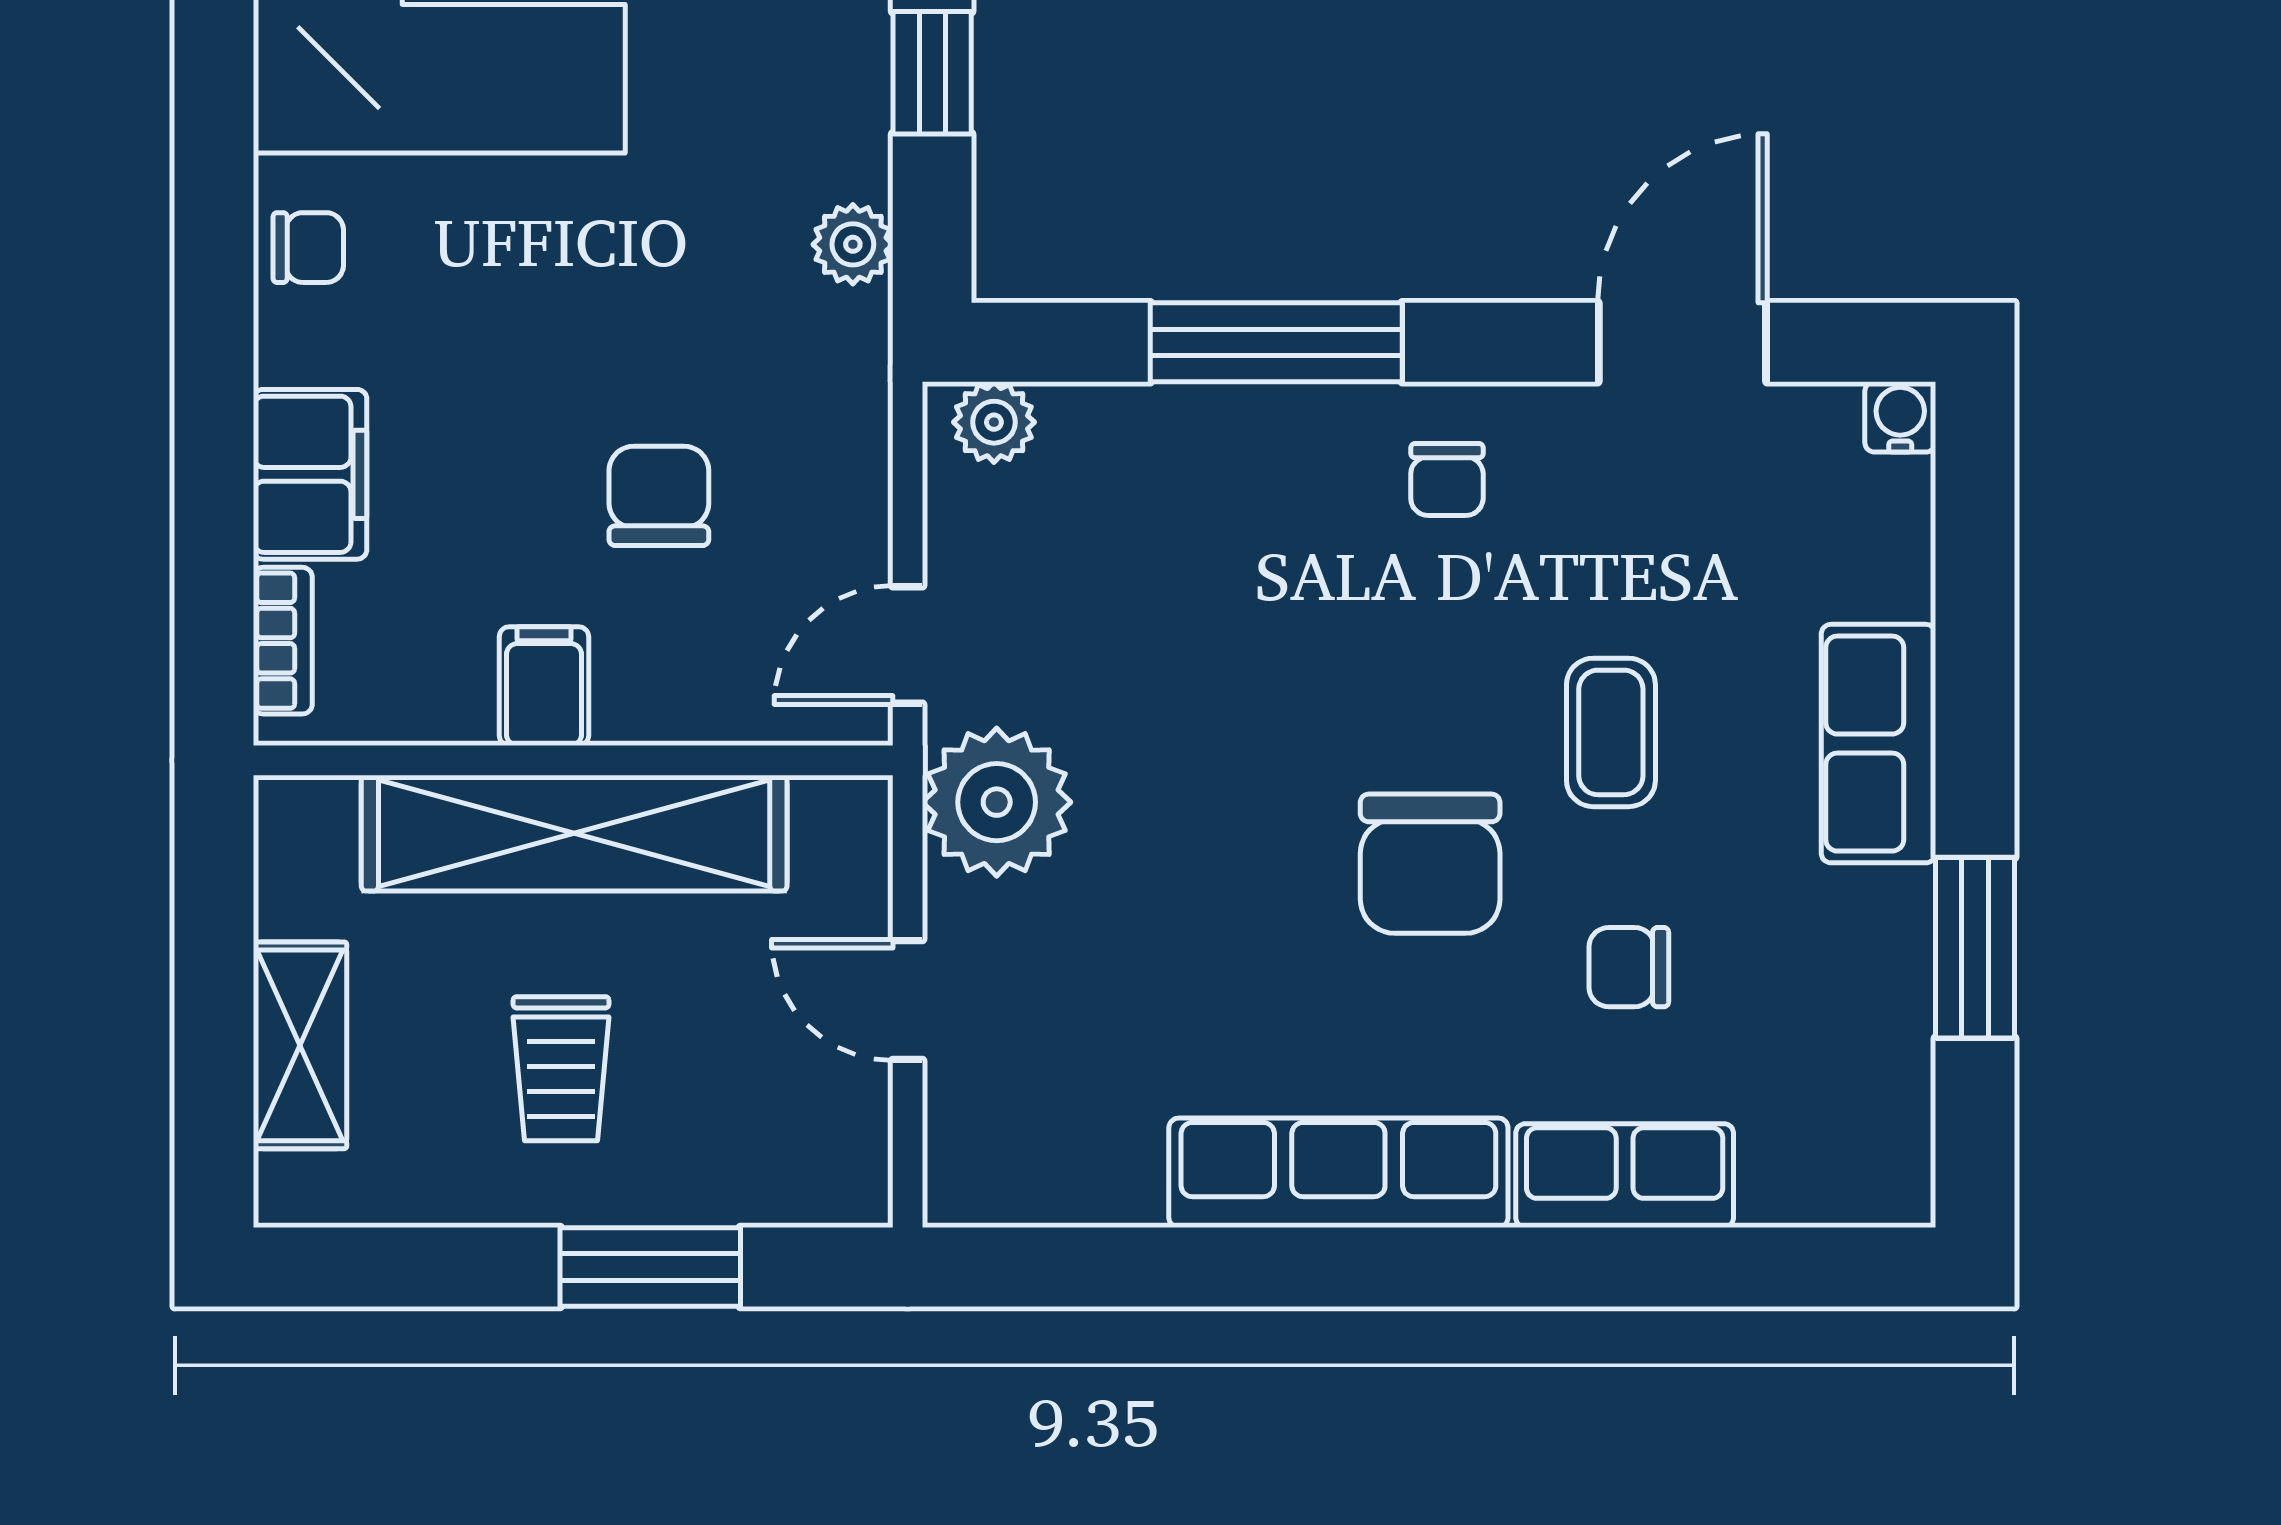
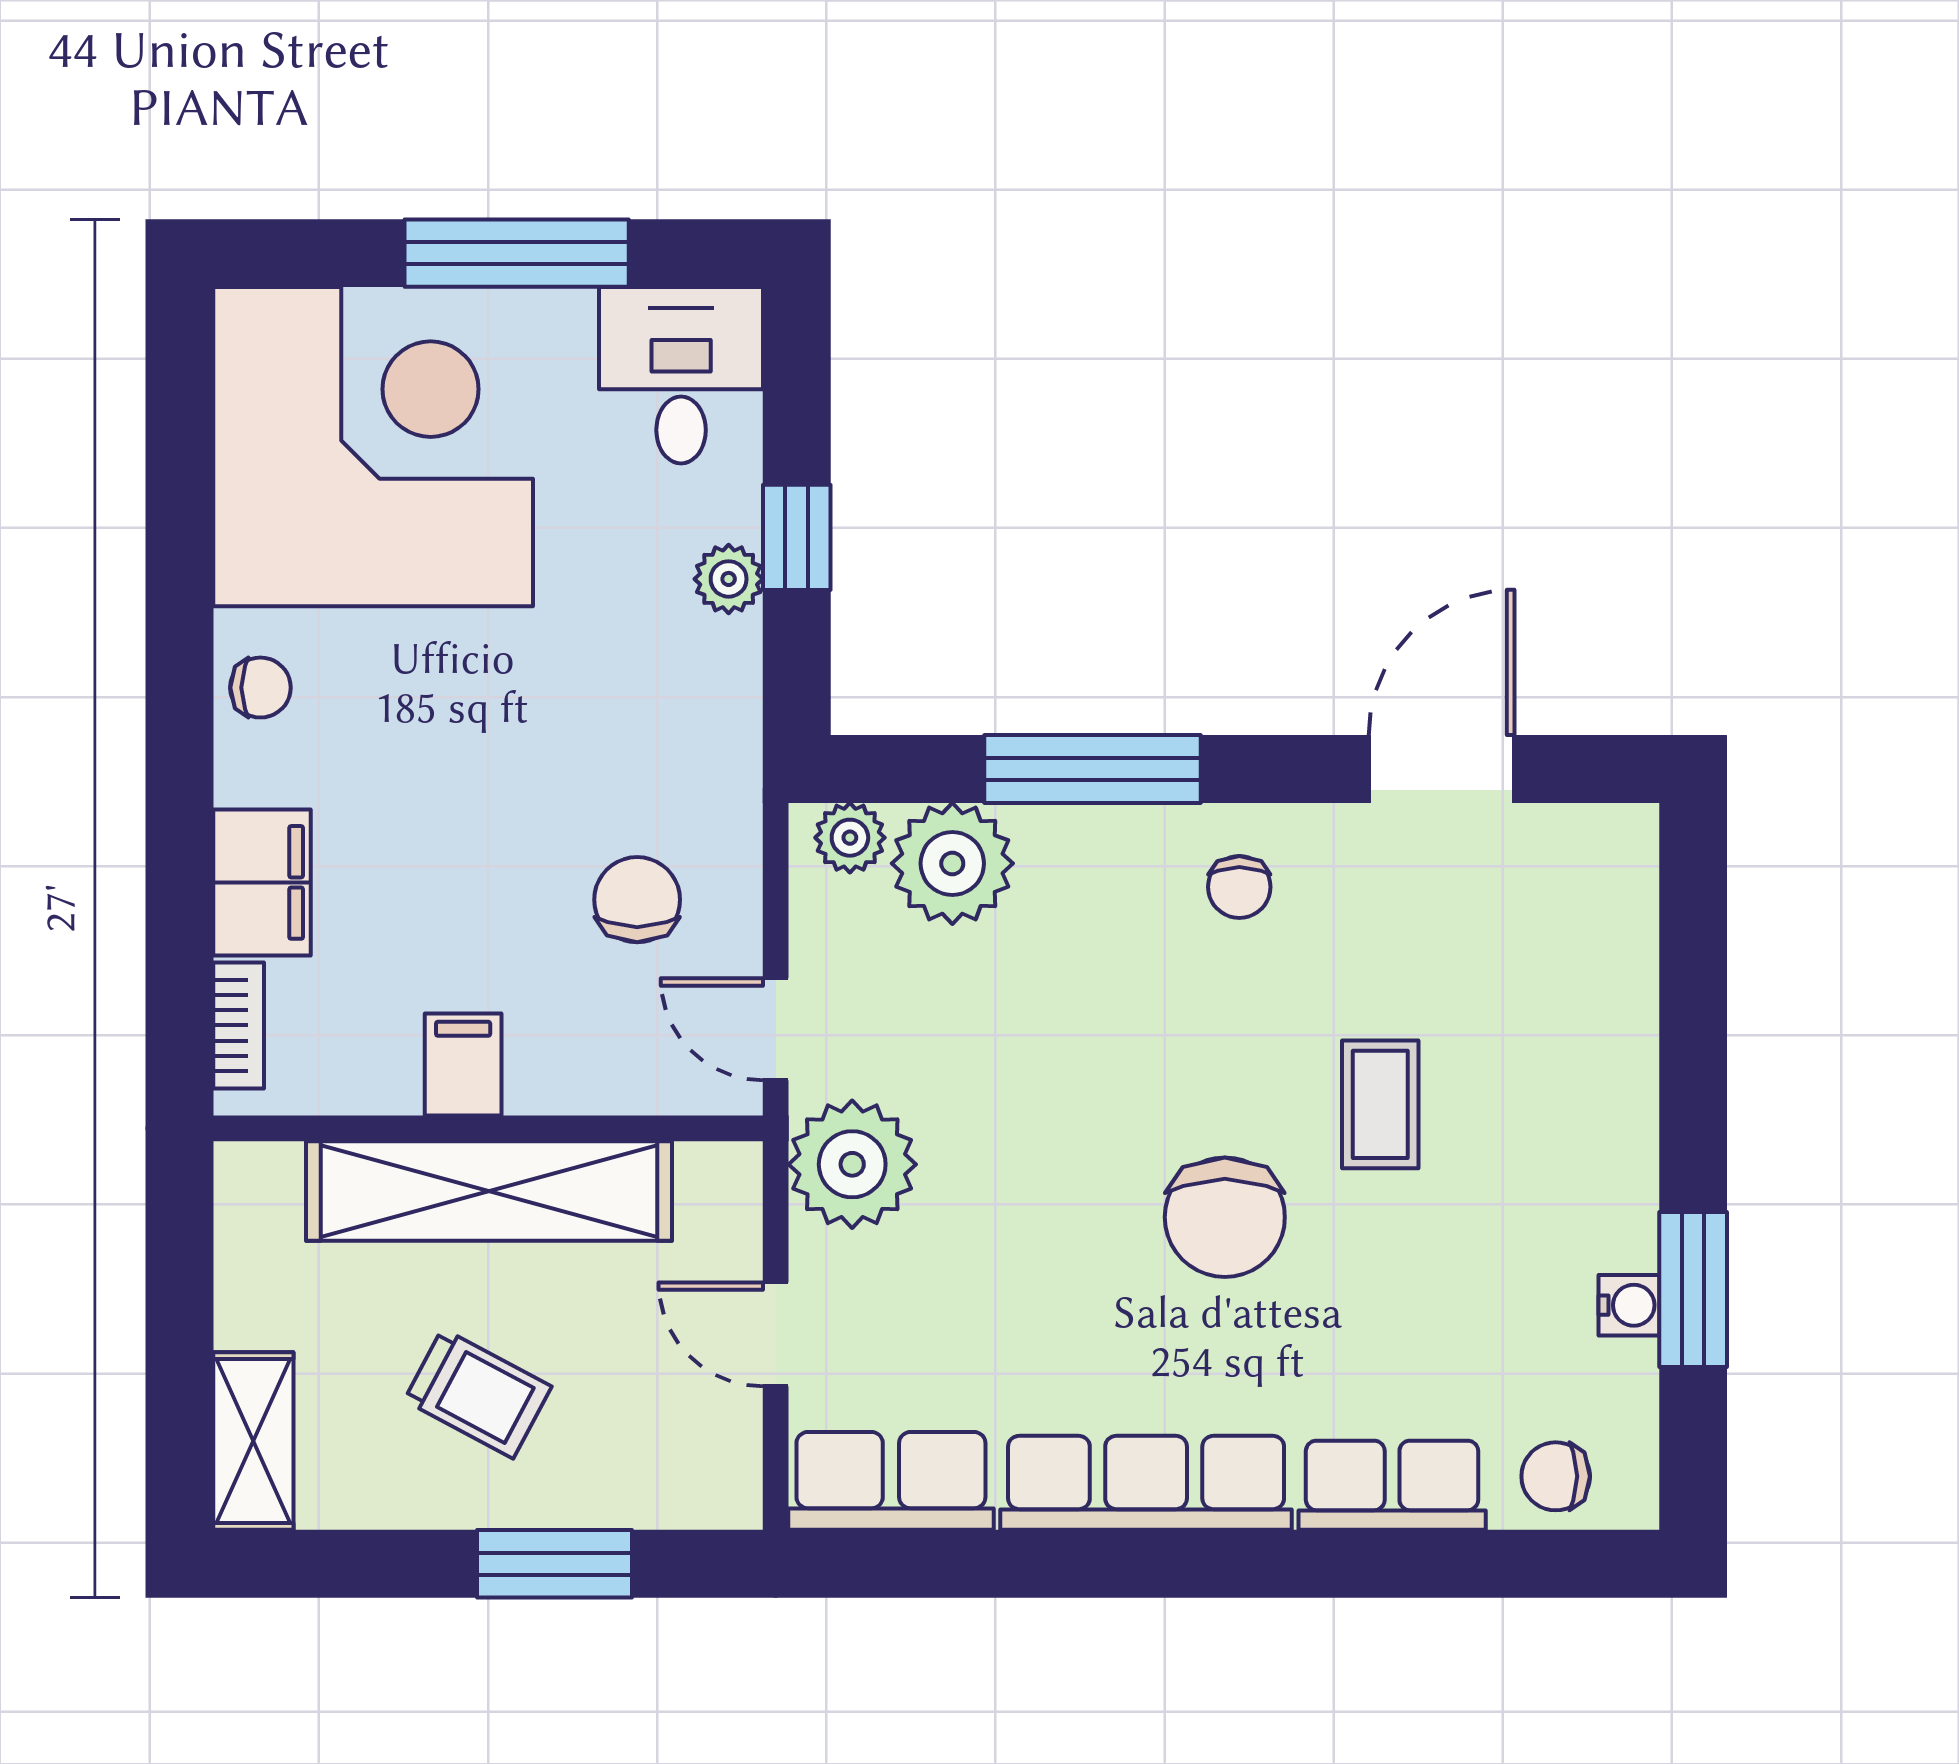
plant: (853, 244) -> (729, 579), moved
water cooler: (1900, 417) -> (1629, 1305), moved, turned 90
plant: (1113, 452) -> (952, 863), added
chair: (659, 496) -> (637, 900), moved
door: (908, 645) -> (776, 1029), hinge flipped
row of seats: (1878, 744) -> (891, 1481), moved, turned 90
chair: (1629, 967) -> (1556, 1476), moved
shelving: (300, 1045) -> (253, 1441), moved
trolley: (561, 1069) -> (478, 1393), turned -62

